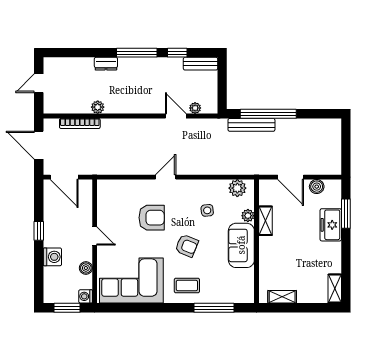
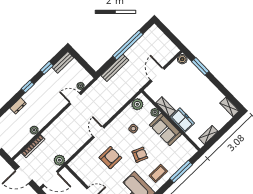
window: (137, 53) -> (28, 86), width x0.46
window: (268, 114) -> (128, 45), moved
plant: (93, 167) -> (59, 160), added
door: (291, 177) -> (157, 75), swing flipped
boiler: (317, 187) -> (182, 59), moved
freezer: (331, 225) -> (182, 120), moved, turned 180

